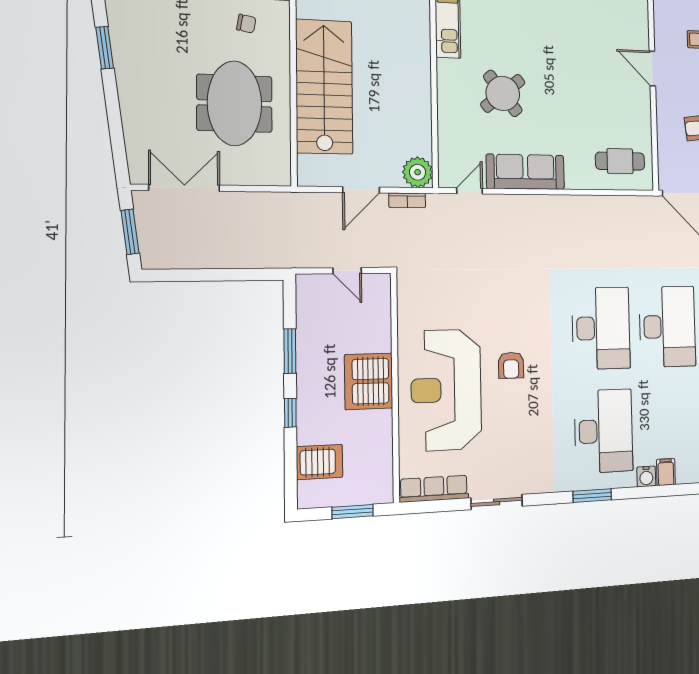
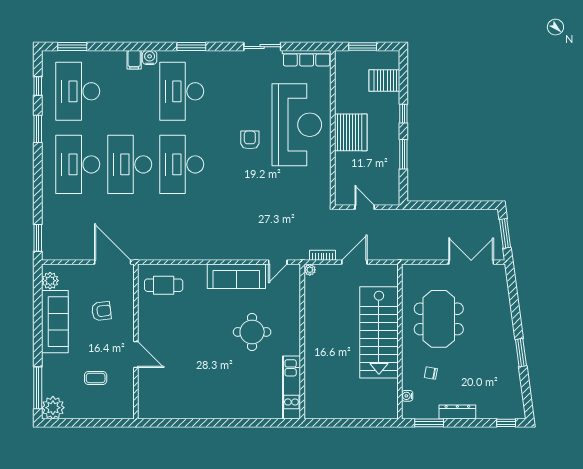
round table: (503, 93) -> (252, 332), turned 38
plant: (418, 172) -> (310, 270), width x0.53, depth x0.53
double door: (184, 188) -> (471, 262), swing flipped

